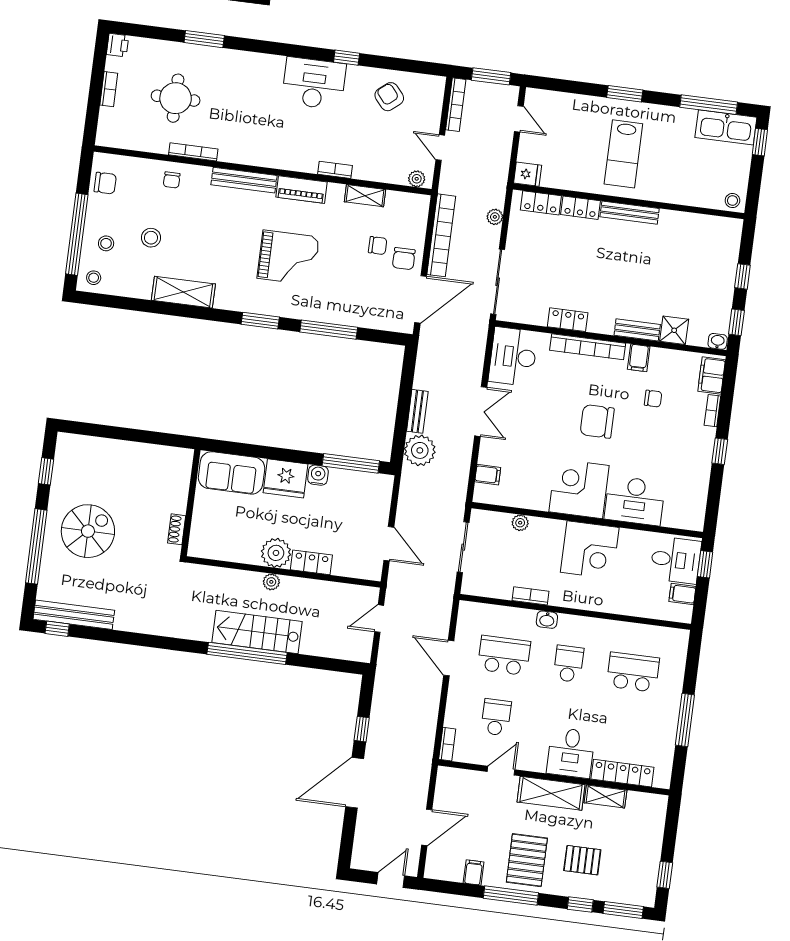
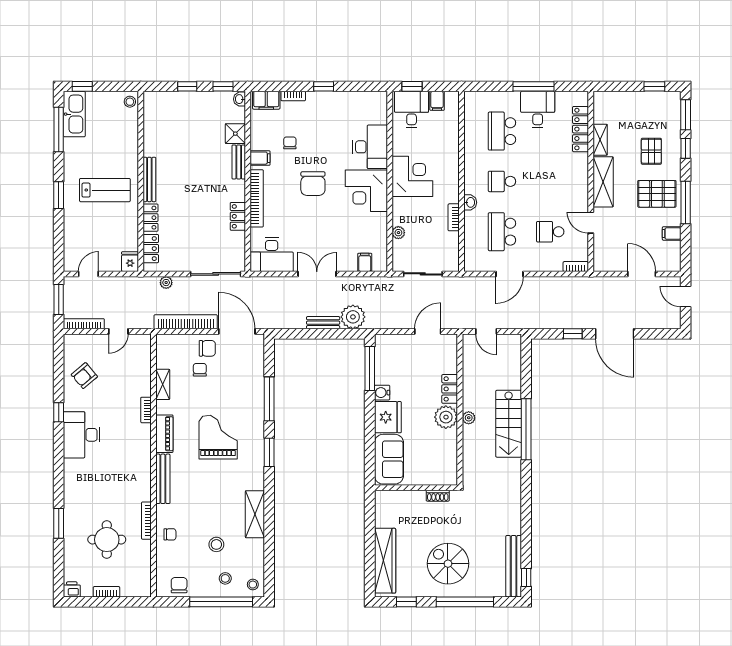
plant: (417, 179) -> (145, 346), removed
wardrobe: (102, 451) -> (385, 561), added
desk: (571, 753) -> (538, 109), moved, turned -90

